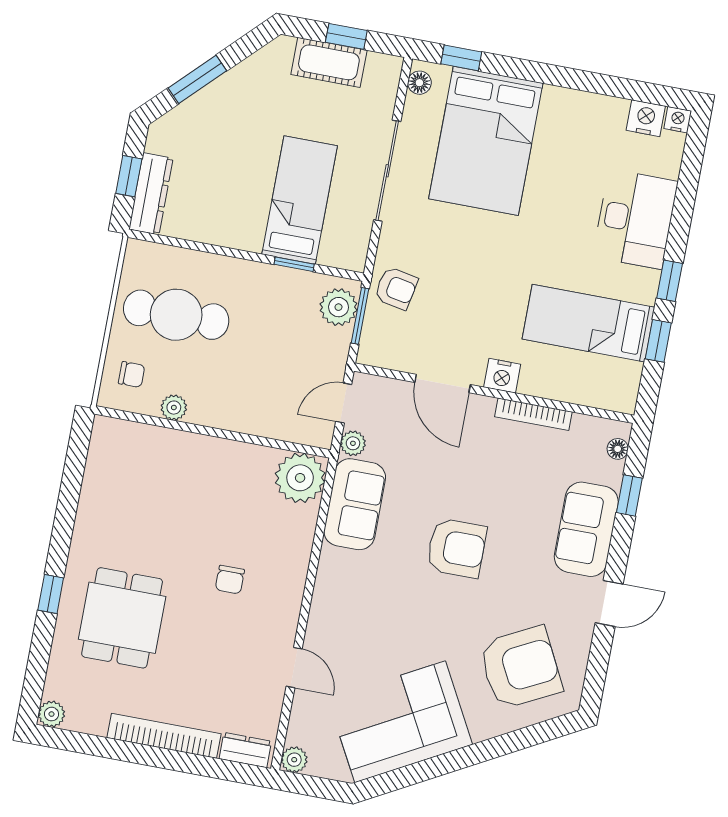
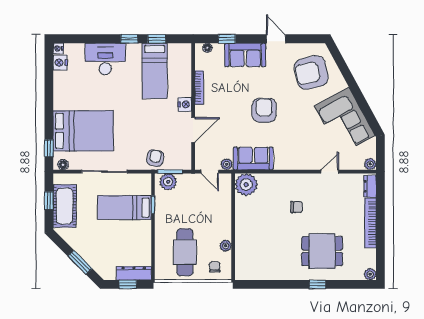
cot: (329, 62) -> (65, 206), width x1.37, depth x1.34
armchair: (520, 667) -> (311, 72), turned -76

